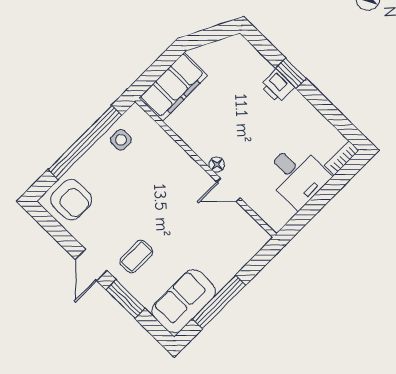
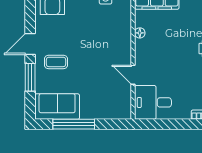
floor lamp: (217, 165) -> (140, 33), moved
desk: (297, 175) -> (153, 102), moved, turned 90

